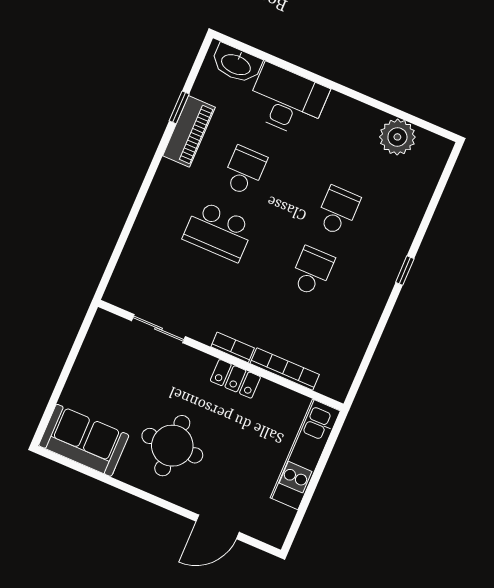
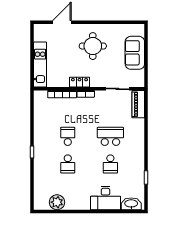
piano: (189, 131) -> (138, 104), moved
school desk: (312, 271) -> (68, 136), turned 180
sofa: (84, 440) -> (135, 53), moved, turned 90

